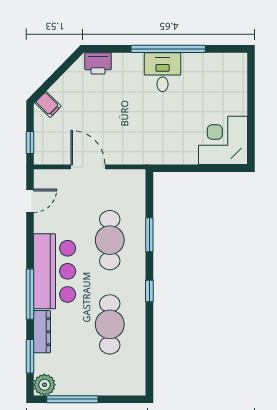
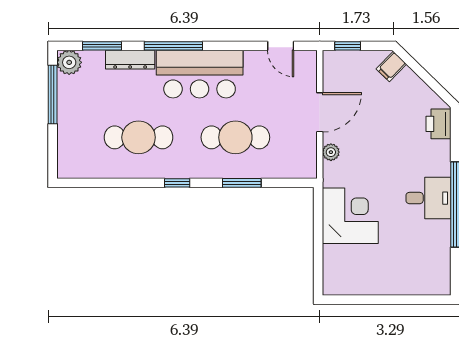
corner desk: (223, 140) -> (350, 216), moved
plant: (123, 157) -> (331, 152), added

